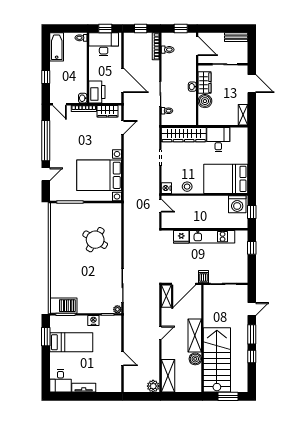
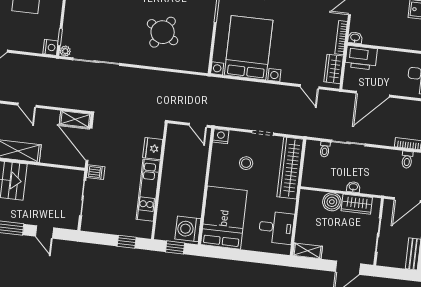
desk: (218, 140) -> (276, 228), moved
stool: (187, 187) -> (246, 163), moved
door: (160, 206) -> (198, 125), hinge flipped
nightstand: (93, 320) -> (50, 47), moved

